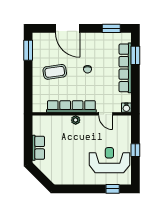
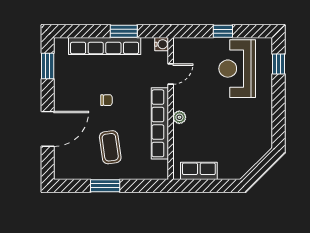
window: (28, 50) -> (105, 186), moved
window: (135, 55) -> (124, 31), moved
row of seats: (38, 148) -> (199, 171), moved

